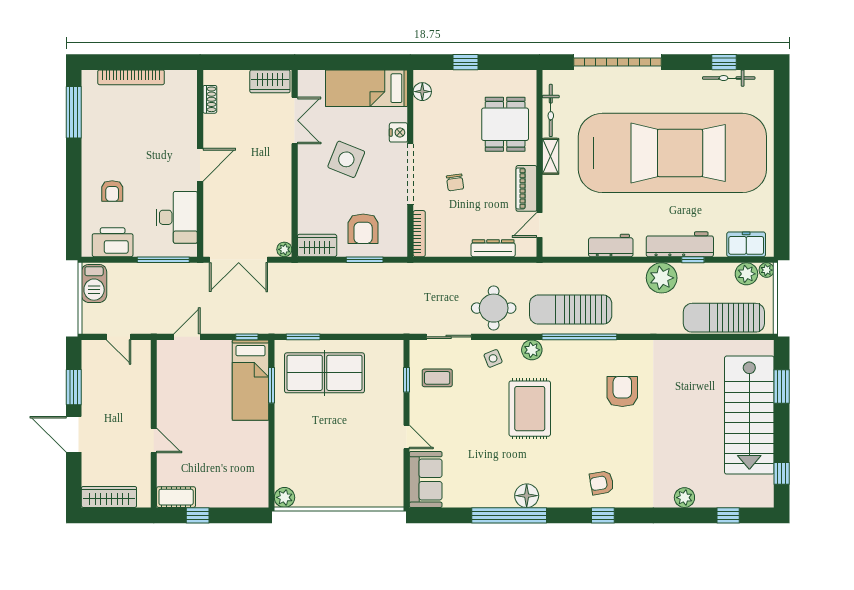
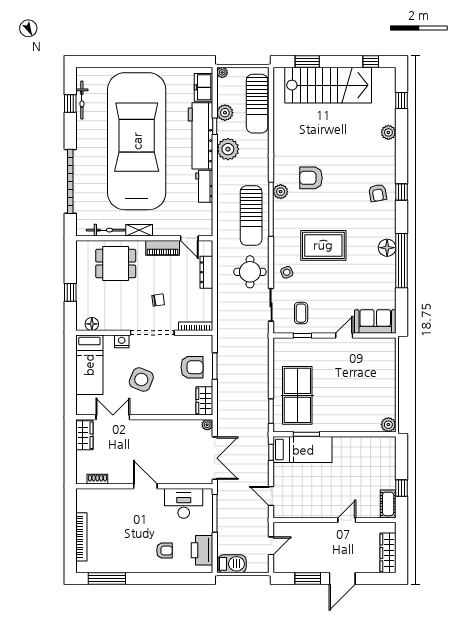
workbench: (680, 244) -> (200, 136), width x1.36, depth x1.32
plant: (746, 274) -> (225, 113), moved
plant: (532, 350) -> (281, 192), moved

